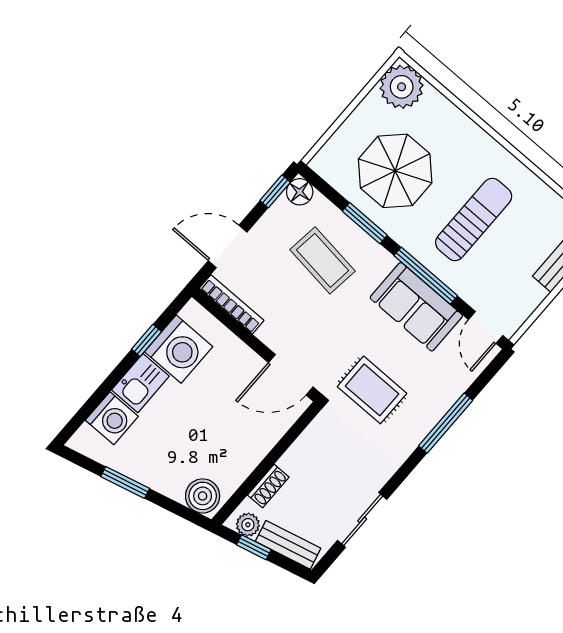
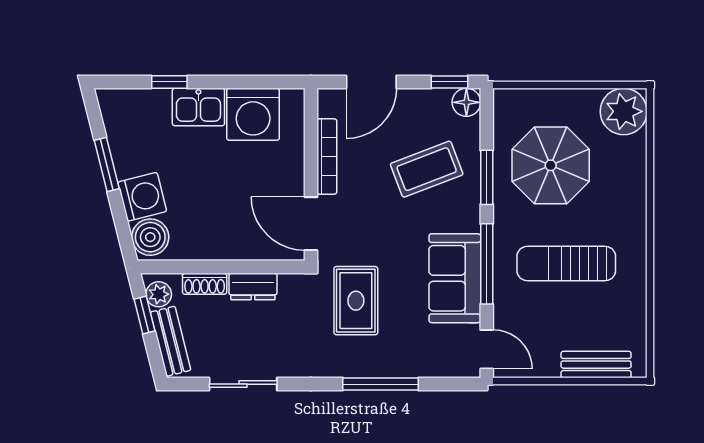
sun lounger: (474, 219) -> (566, 264), turned 180
door: (228, 246) -> (371, 82), swing flipped
coffee table: (323, 260) -> (427, 169), turned 62
bookcase: (232, 304) -> (327, 156), moved
door: (486, 327) -> (487, 349), swing flipped
window: (146, 340) -> (169, 82), moved
washing machine: (112, 418) -> (142, 197), moved, turned -104
dresser: (300, 454) -> (253, 287), added

